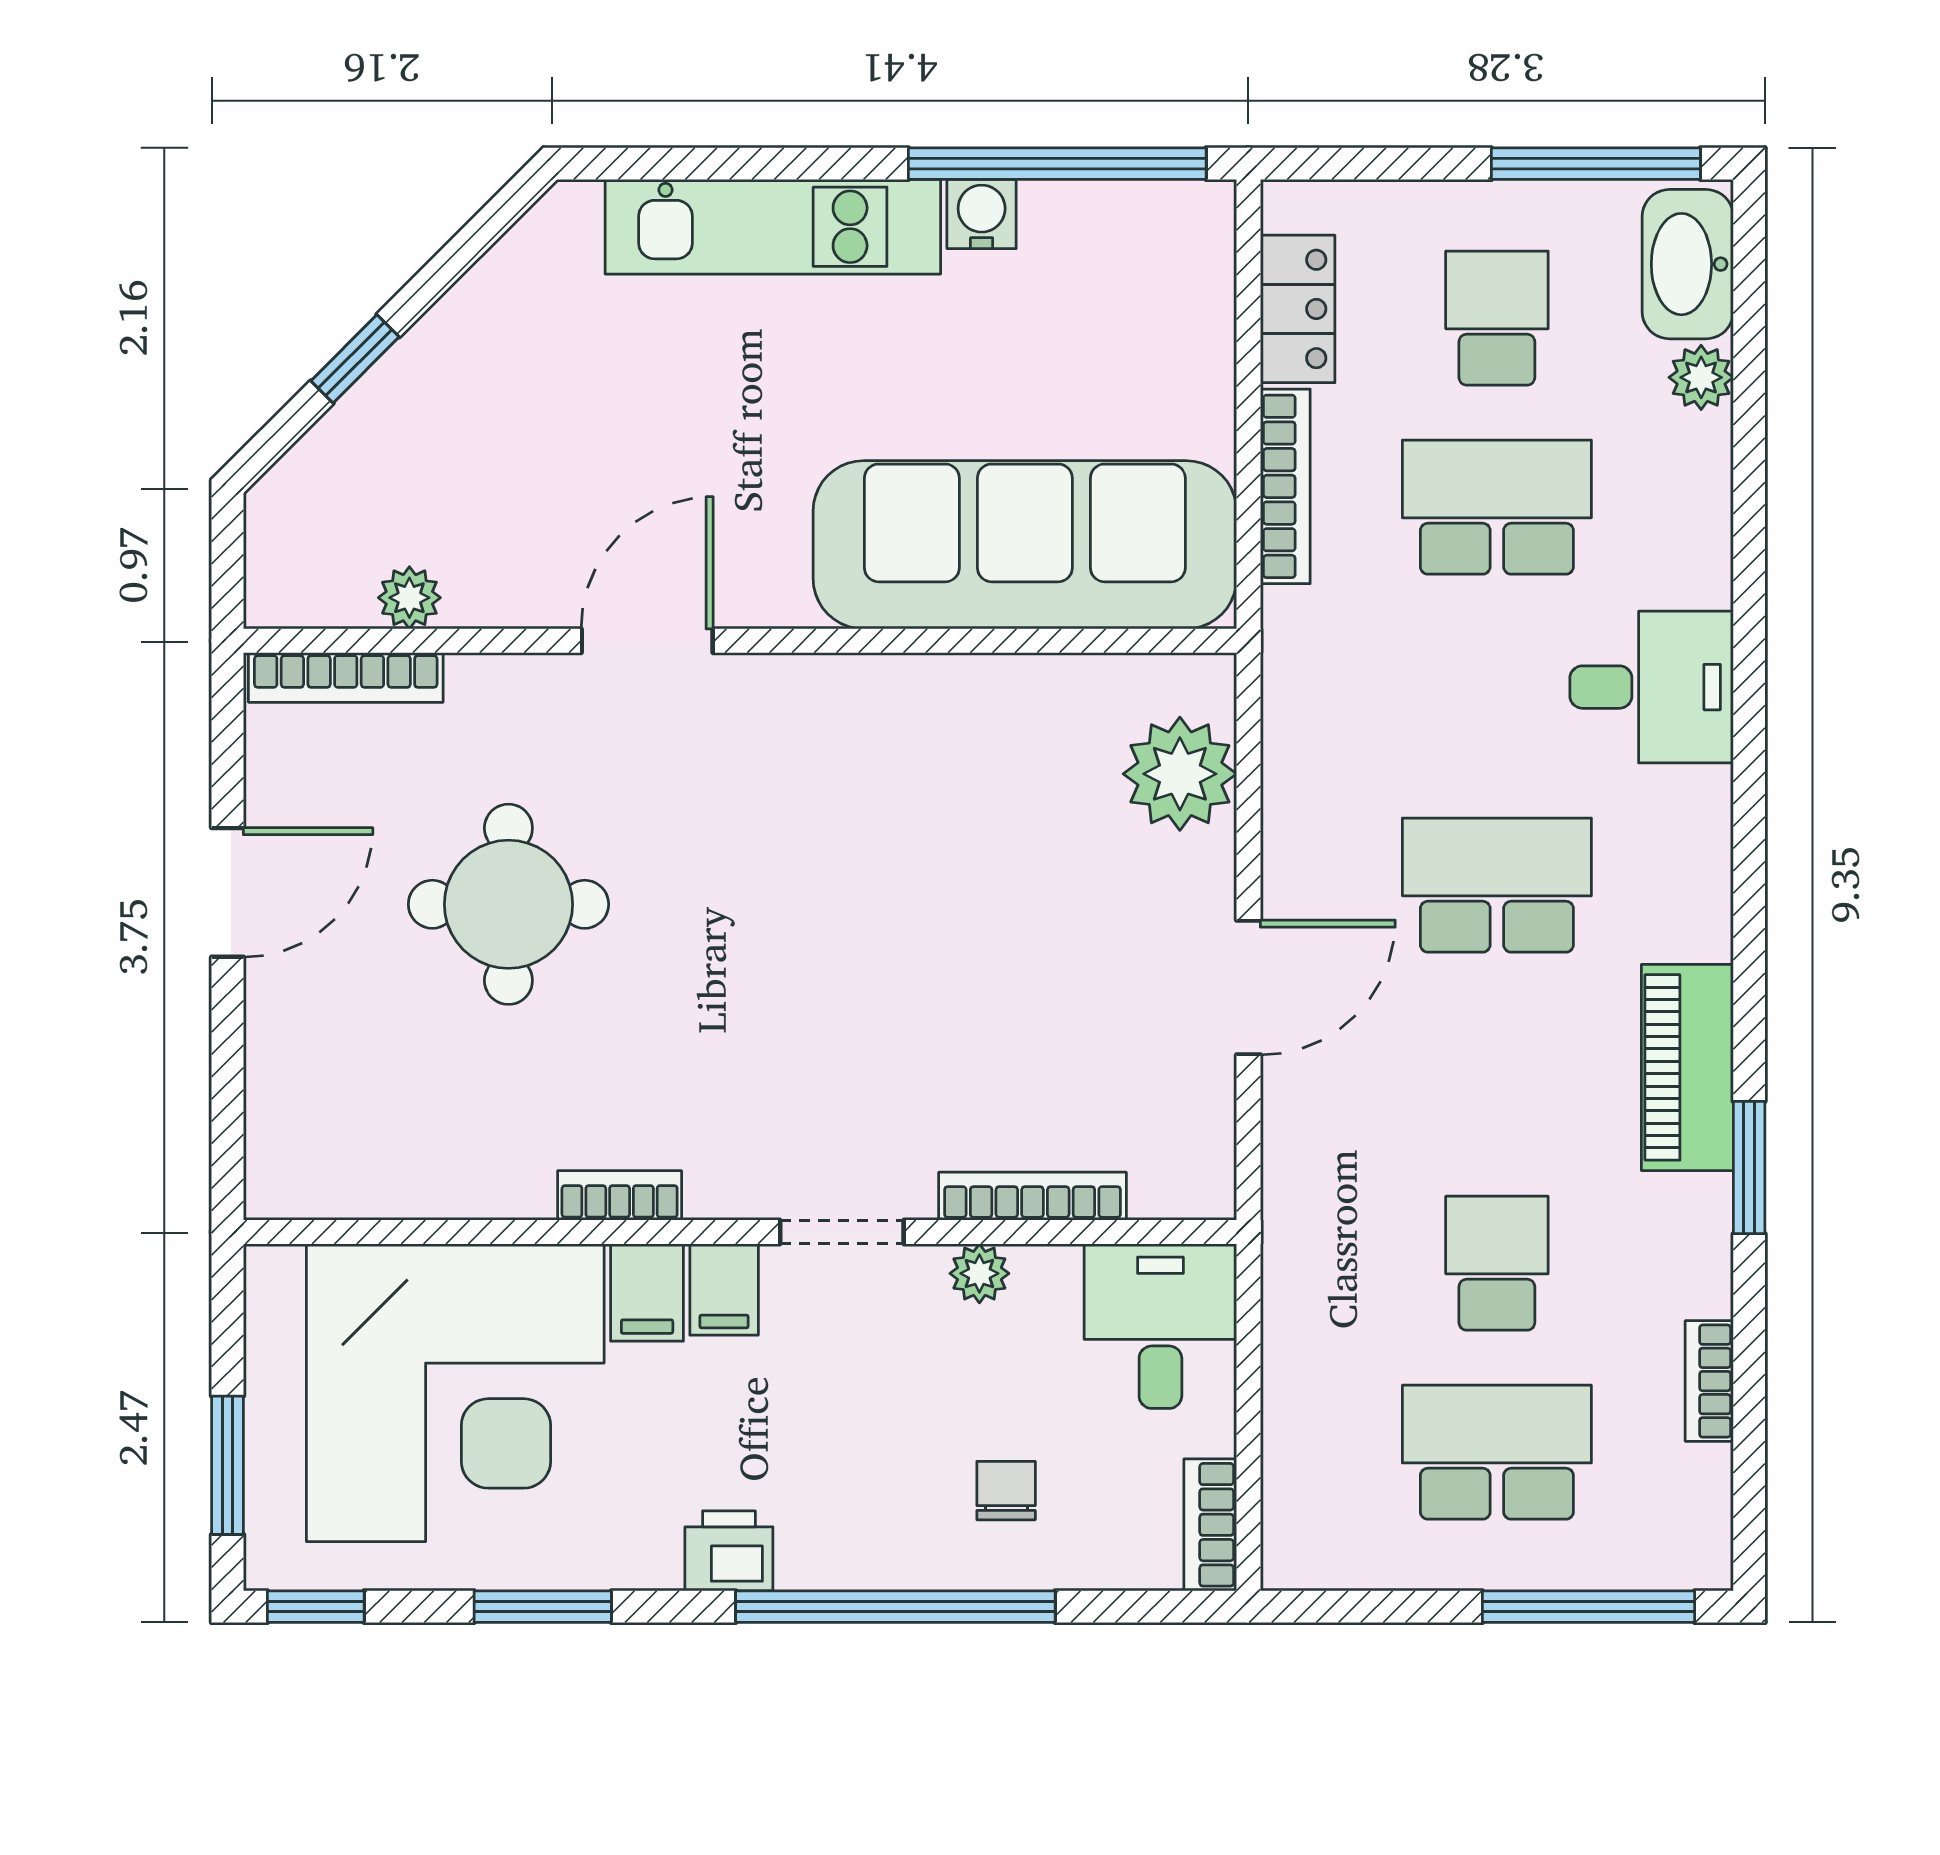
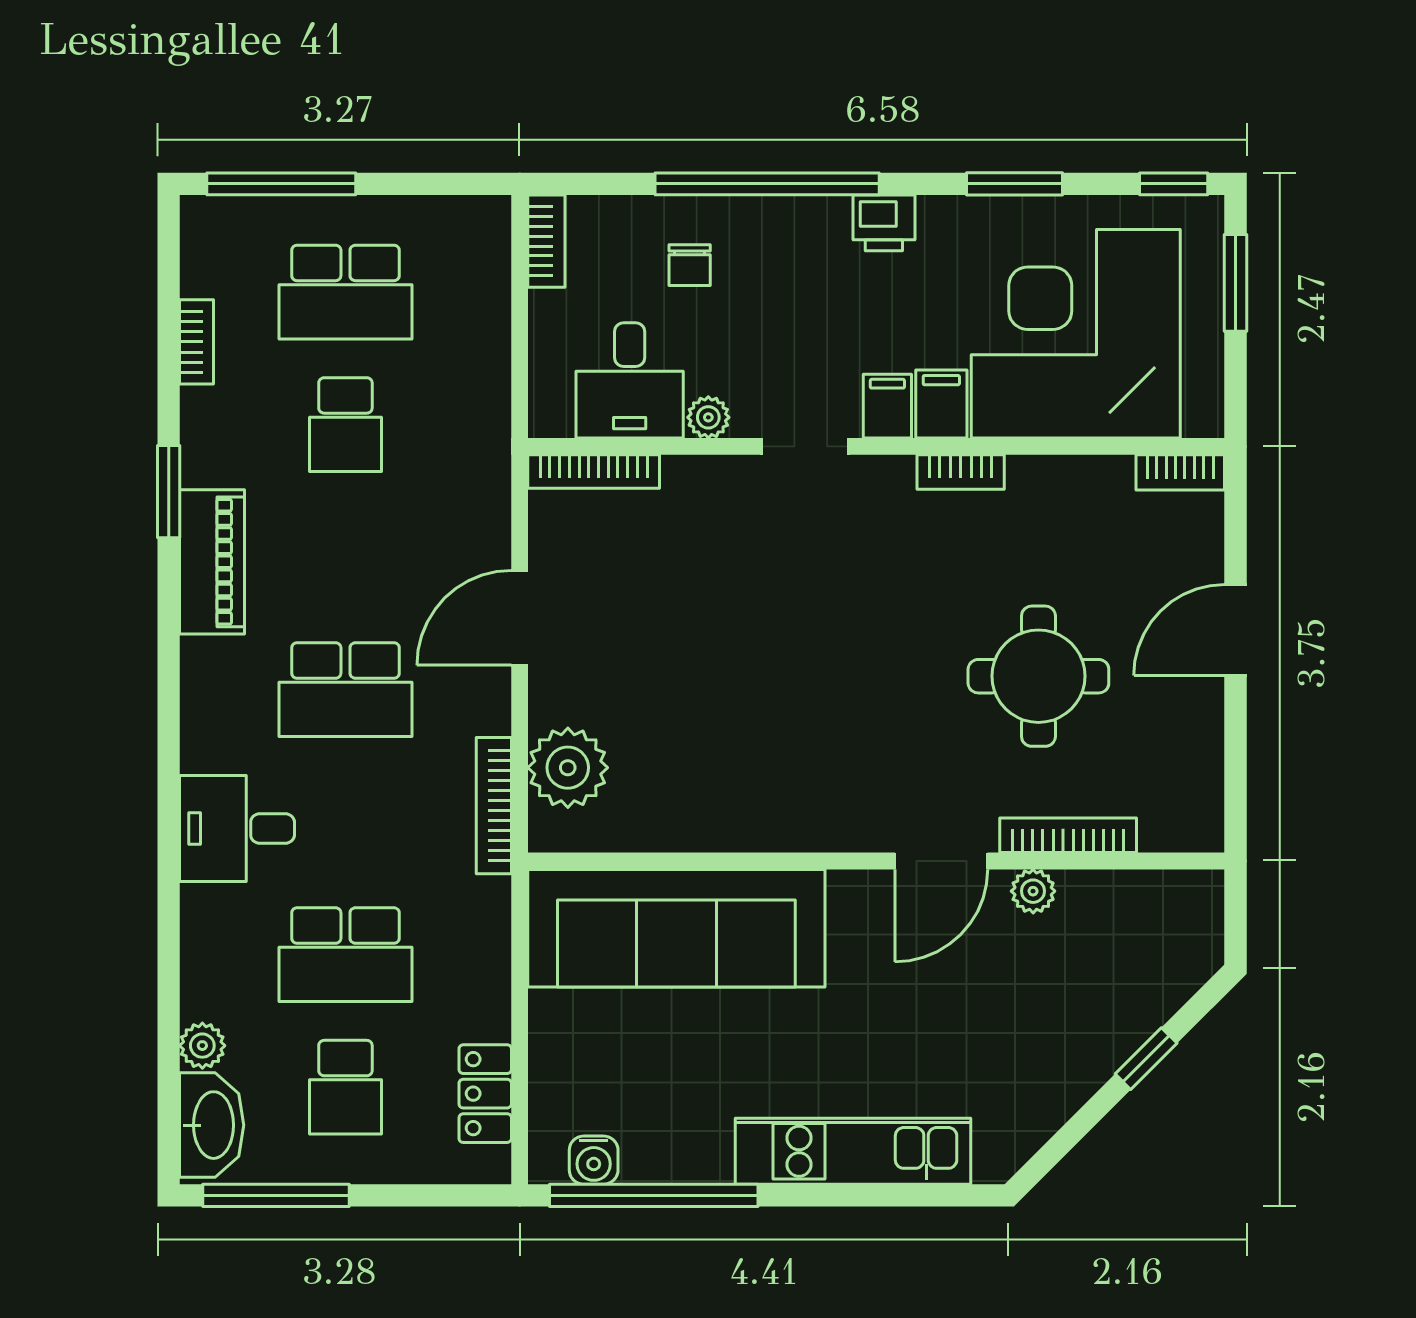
water cooler: (982, 214) -> (594, 1160), moved
bookcase: (1285, 486) -> (494, 806), moved
plant: (409, 598) -> (1033, 891), moved
bookcase: (346, 677) -> (1068, 835), moved
door: (227, 892) -> (1235, 630), moved
bookcase: (306, 1195) -> (1180, 472), added
bookcase: (1032, 1196) -> (594, 472), moved
desk: (1160, 1326) -> (630, 380), moved

